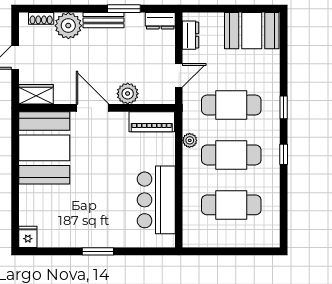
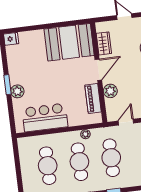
door: (179, 75) -> (126, 122), swing flipped
wardrobe: (36, 94) -> (104, 43), moved
piano: (152, 122) -> (93, 98), moved
plant: (110, 238) -> (17, 91), added

